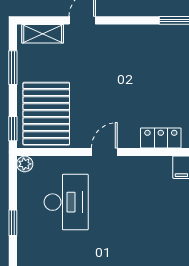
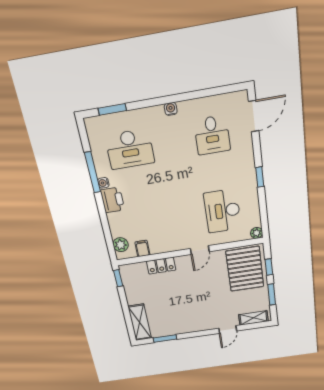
window: (13, 129) -> (269, 267), moved
window: (13, 223) -> (260, 177), moved

